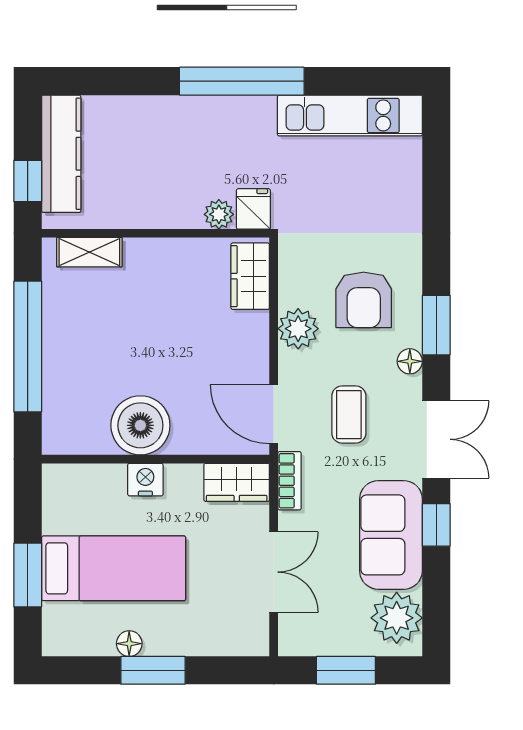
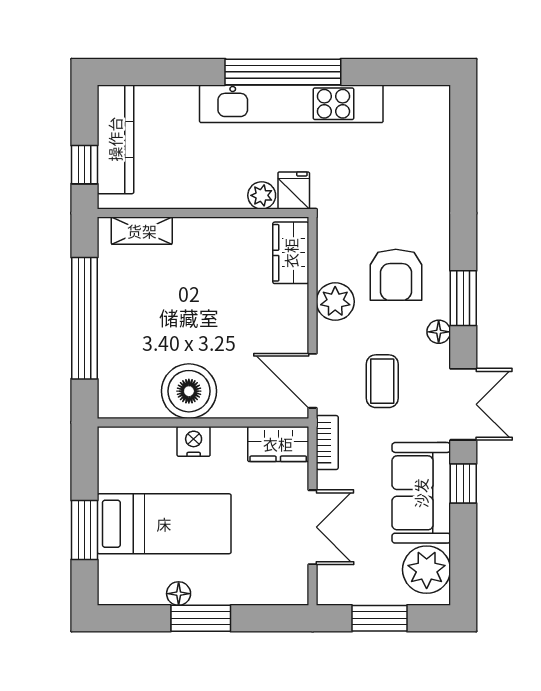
kitchen unit: (350, 115) -> (291, 104), moved, width x1.36

